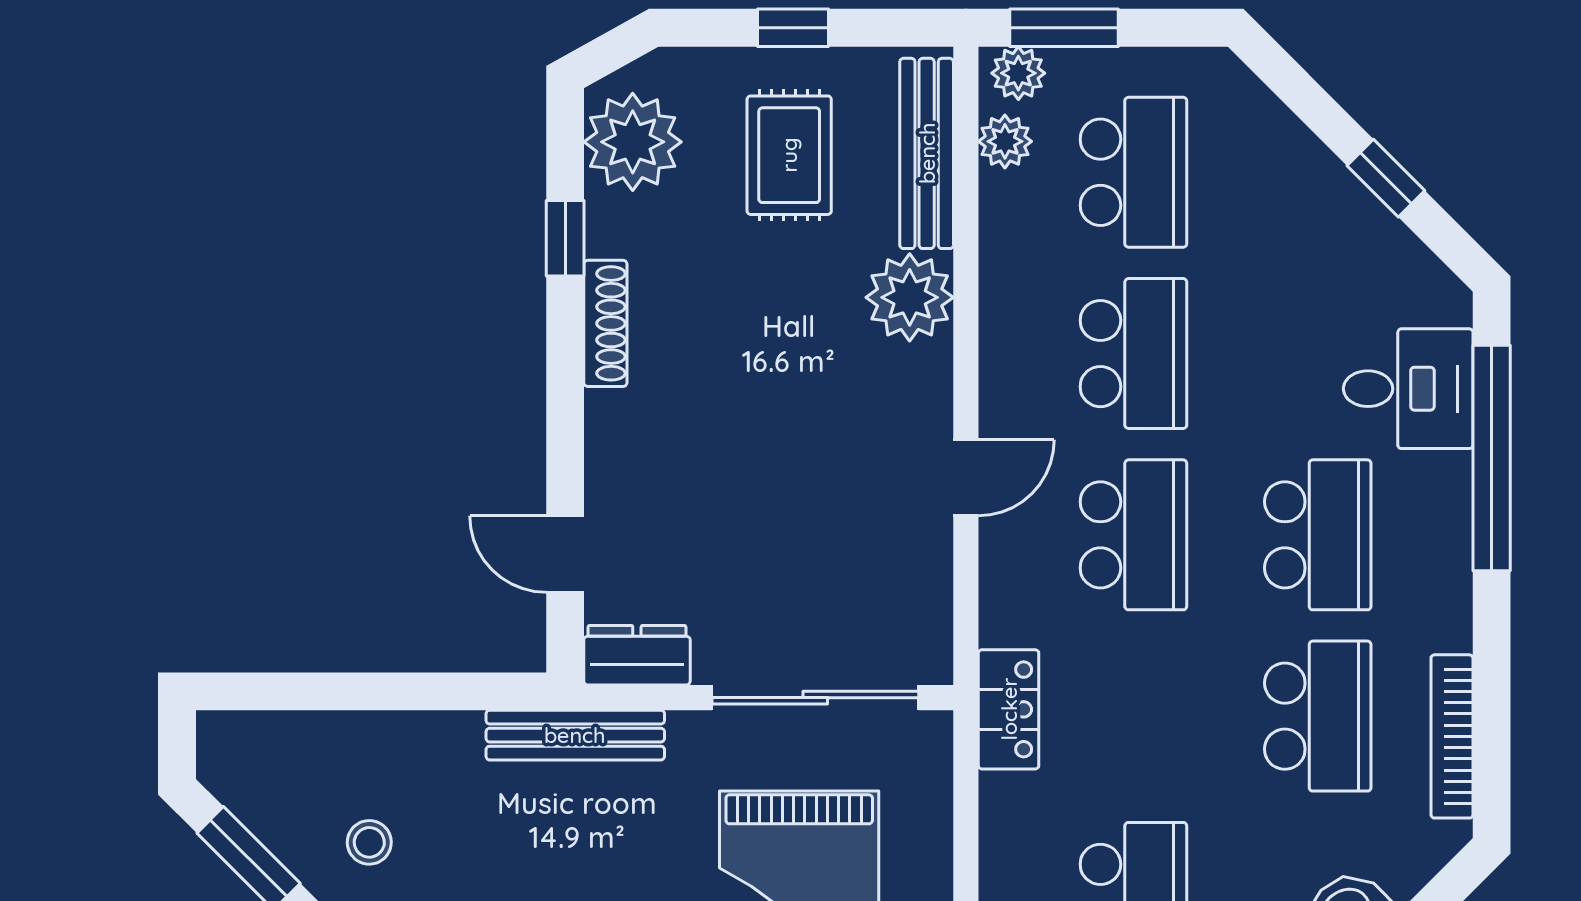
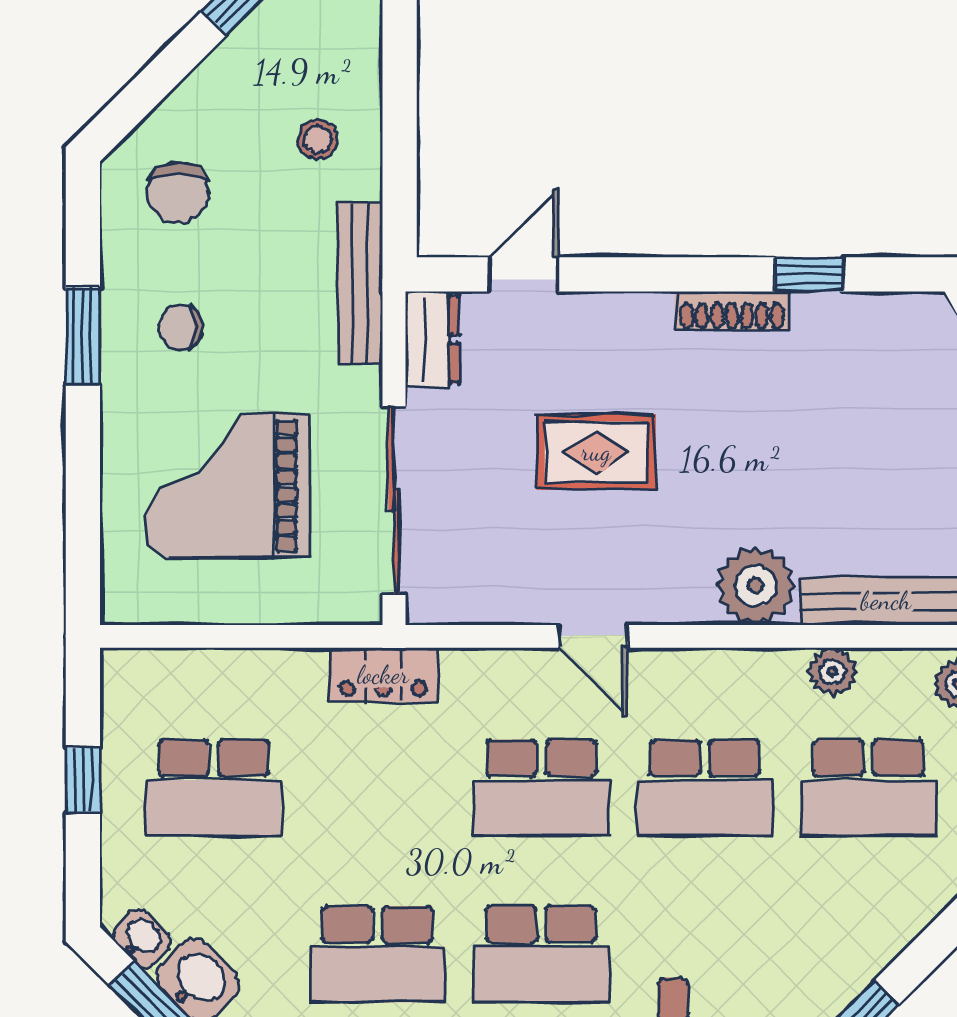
plant: (1005, 141) -> (832, 672), moved
plant: (633, 142) -> (896, 335), removed
rug: (789, 155) -> (596, 452), moved
stool: (369, 842) -> (318, 139), moved

